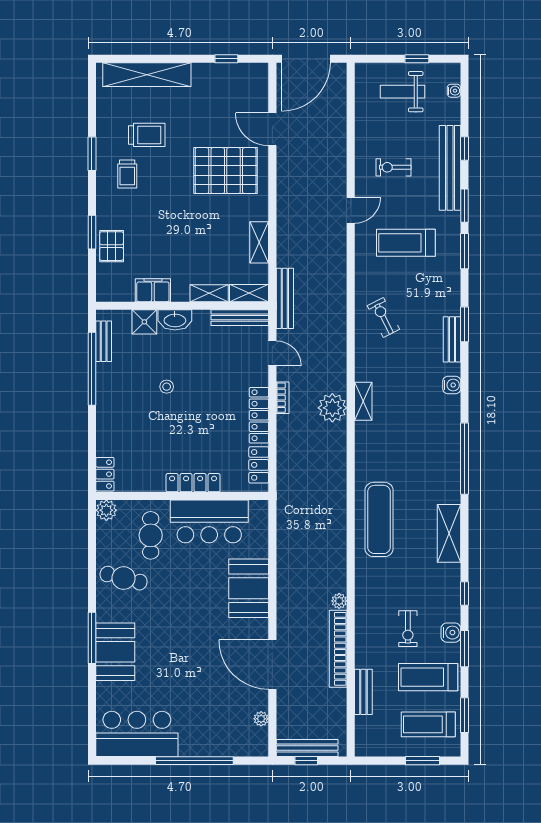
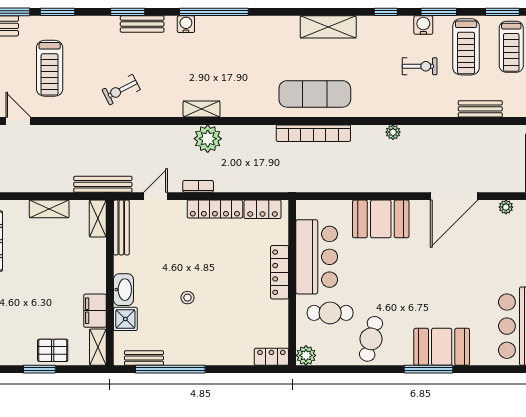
shelving: (209, 293) -> (98, 347), moved
window: (465, 459) -> (214, 12), moved
bookcase: (338, 649) -> (313, 133), moved

